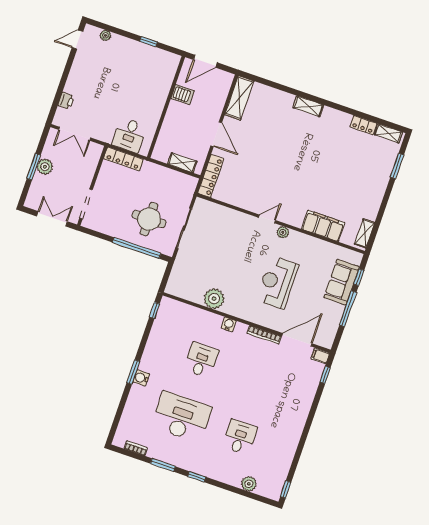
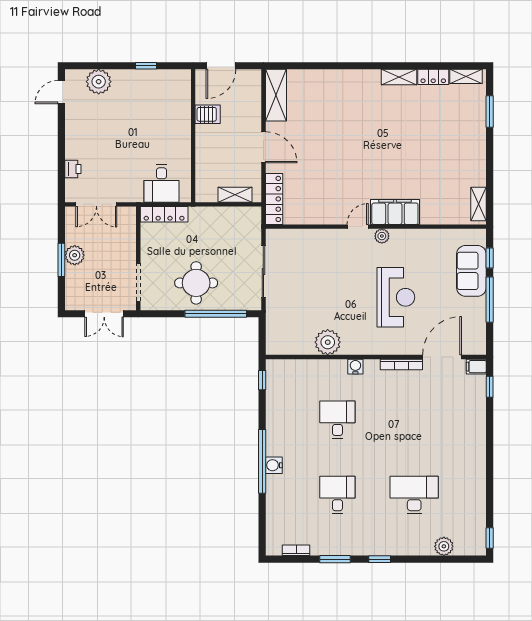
plant: (105, 35) -> (99, 82), width x1.87, depth x1.87
shelving: (308, 106) -> (399, 77), moved
double door: (52, 219) -> (104, 314), swing flipped
round table: (149, 219) -> (196, 283), moved
filing cabinet: (323, 226) -> (395, 212), moved
reception desk: (277, 282) -> (396, 297), turned 180
window: (133, 372) -> (262, 461), width x2.11
desk: (182, 417) -> (337, 495), width x0.53, depth x0.77
desk: (240, 437) -> (414, 495), width x1.37

